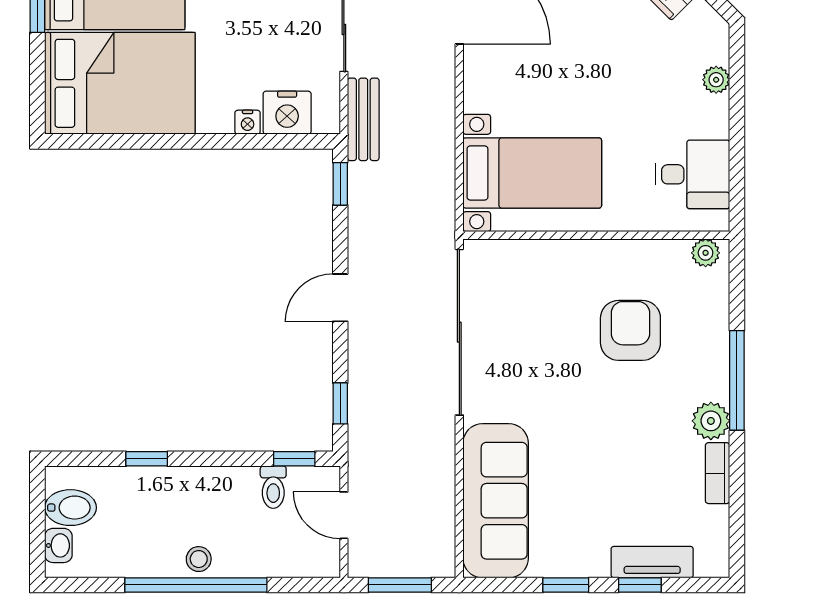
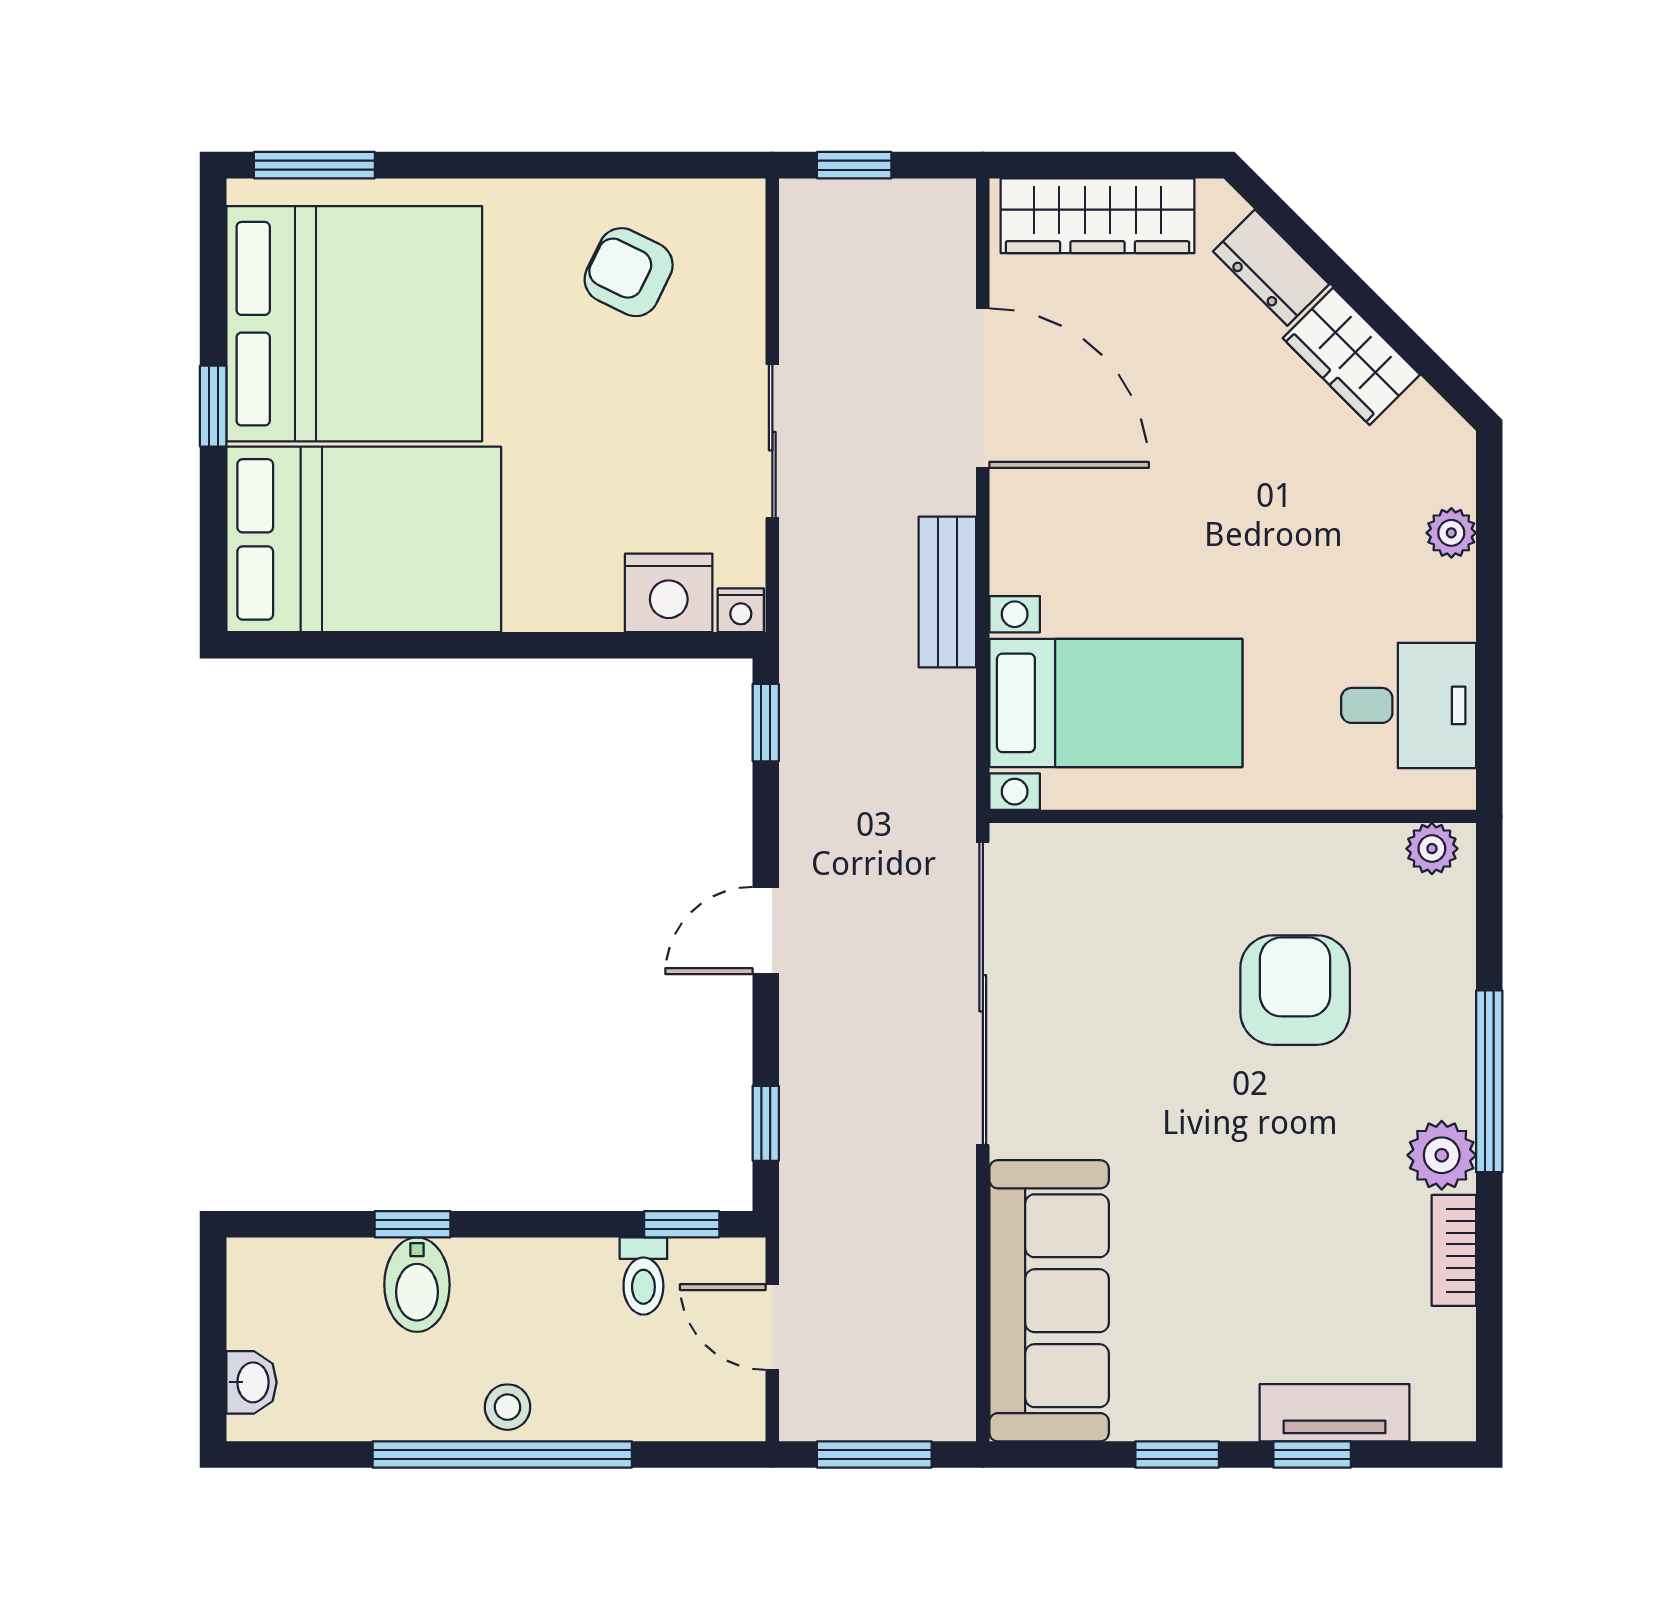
bench: (363, 119) -> (947, 592), moved
nightstand: (248, 122) -> (741, 610), moved
bidet: (70, 508) -> (417, 1285), moved, turned 90

